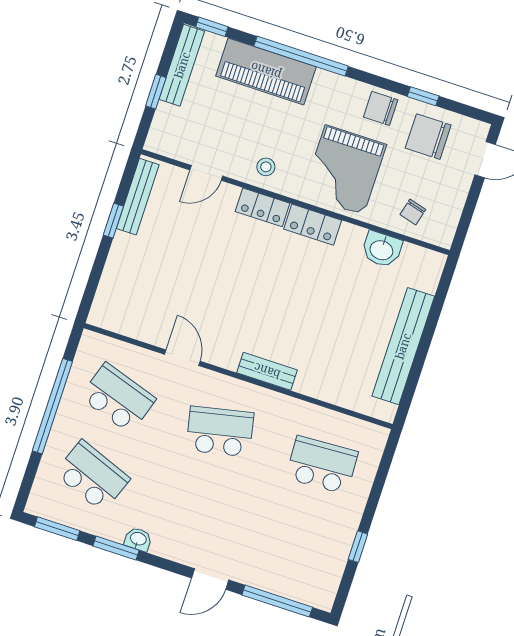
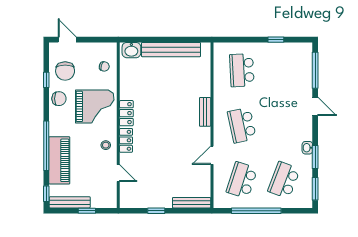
chair: (381, 108) -> (59, 99), turned -90
bench: (138, 197) -> (192, 203), moved
washbasin: (382, 249) -> (131, 50), moved, turned 90

